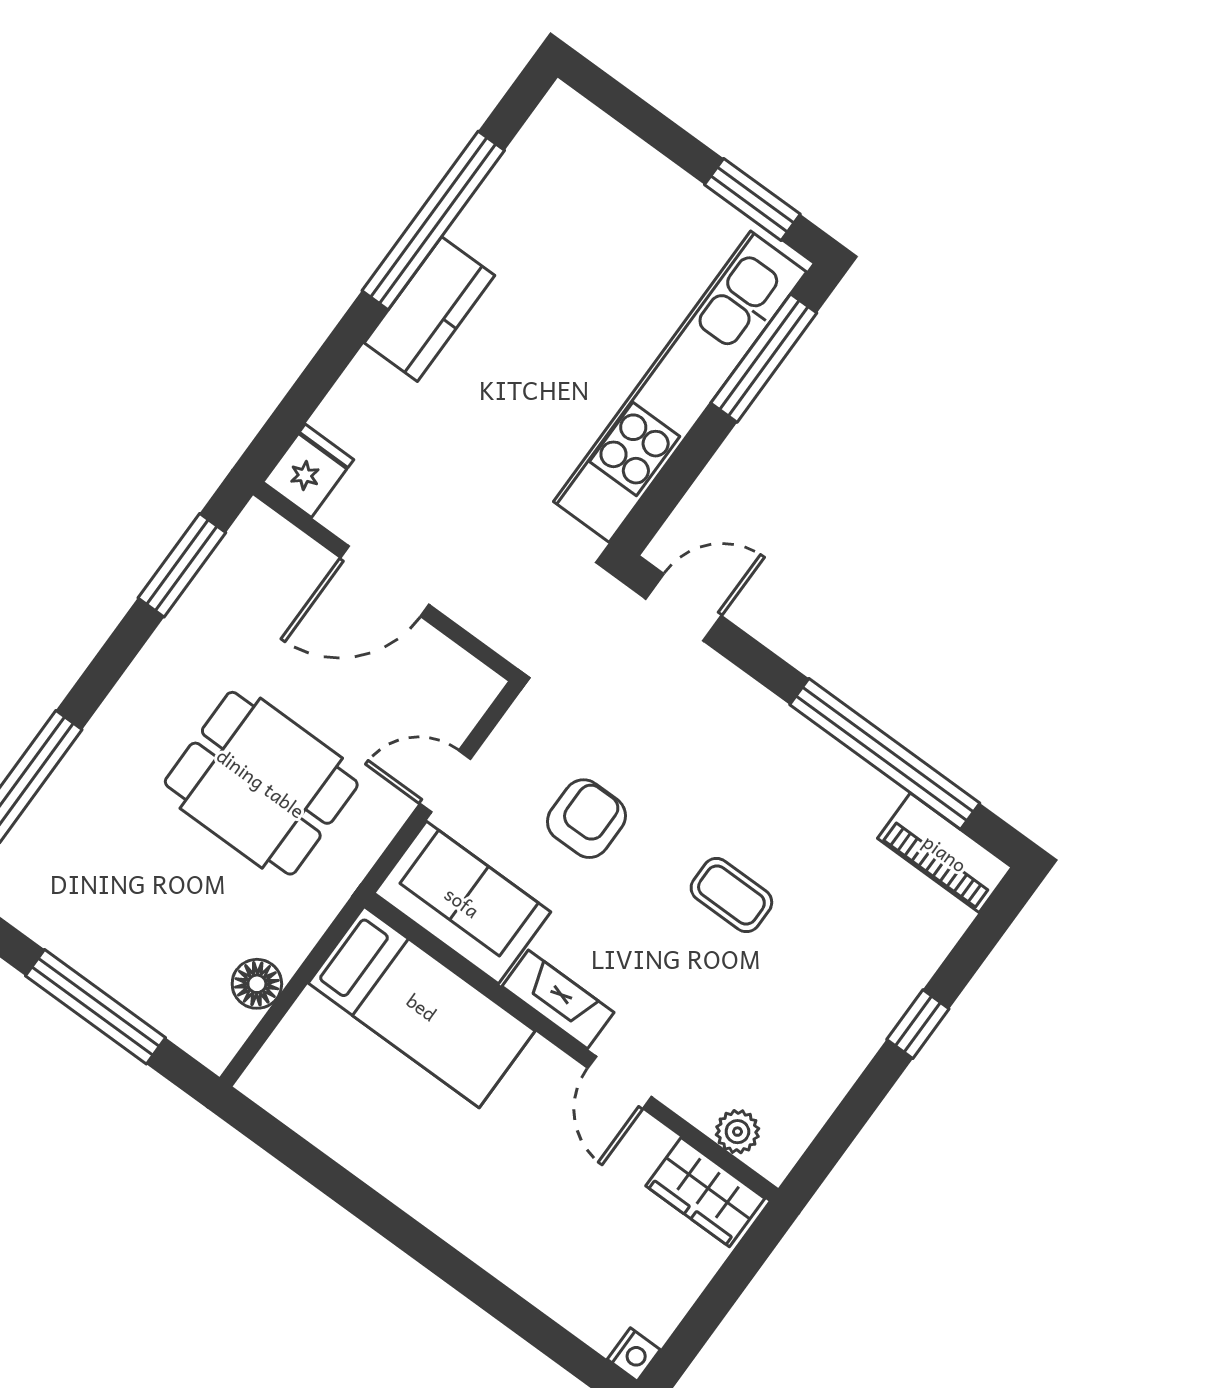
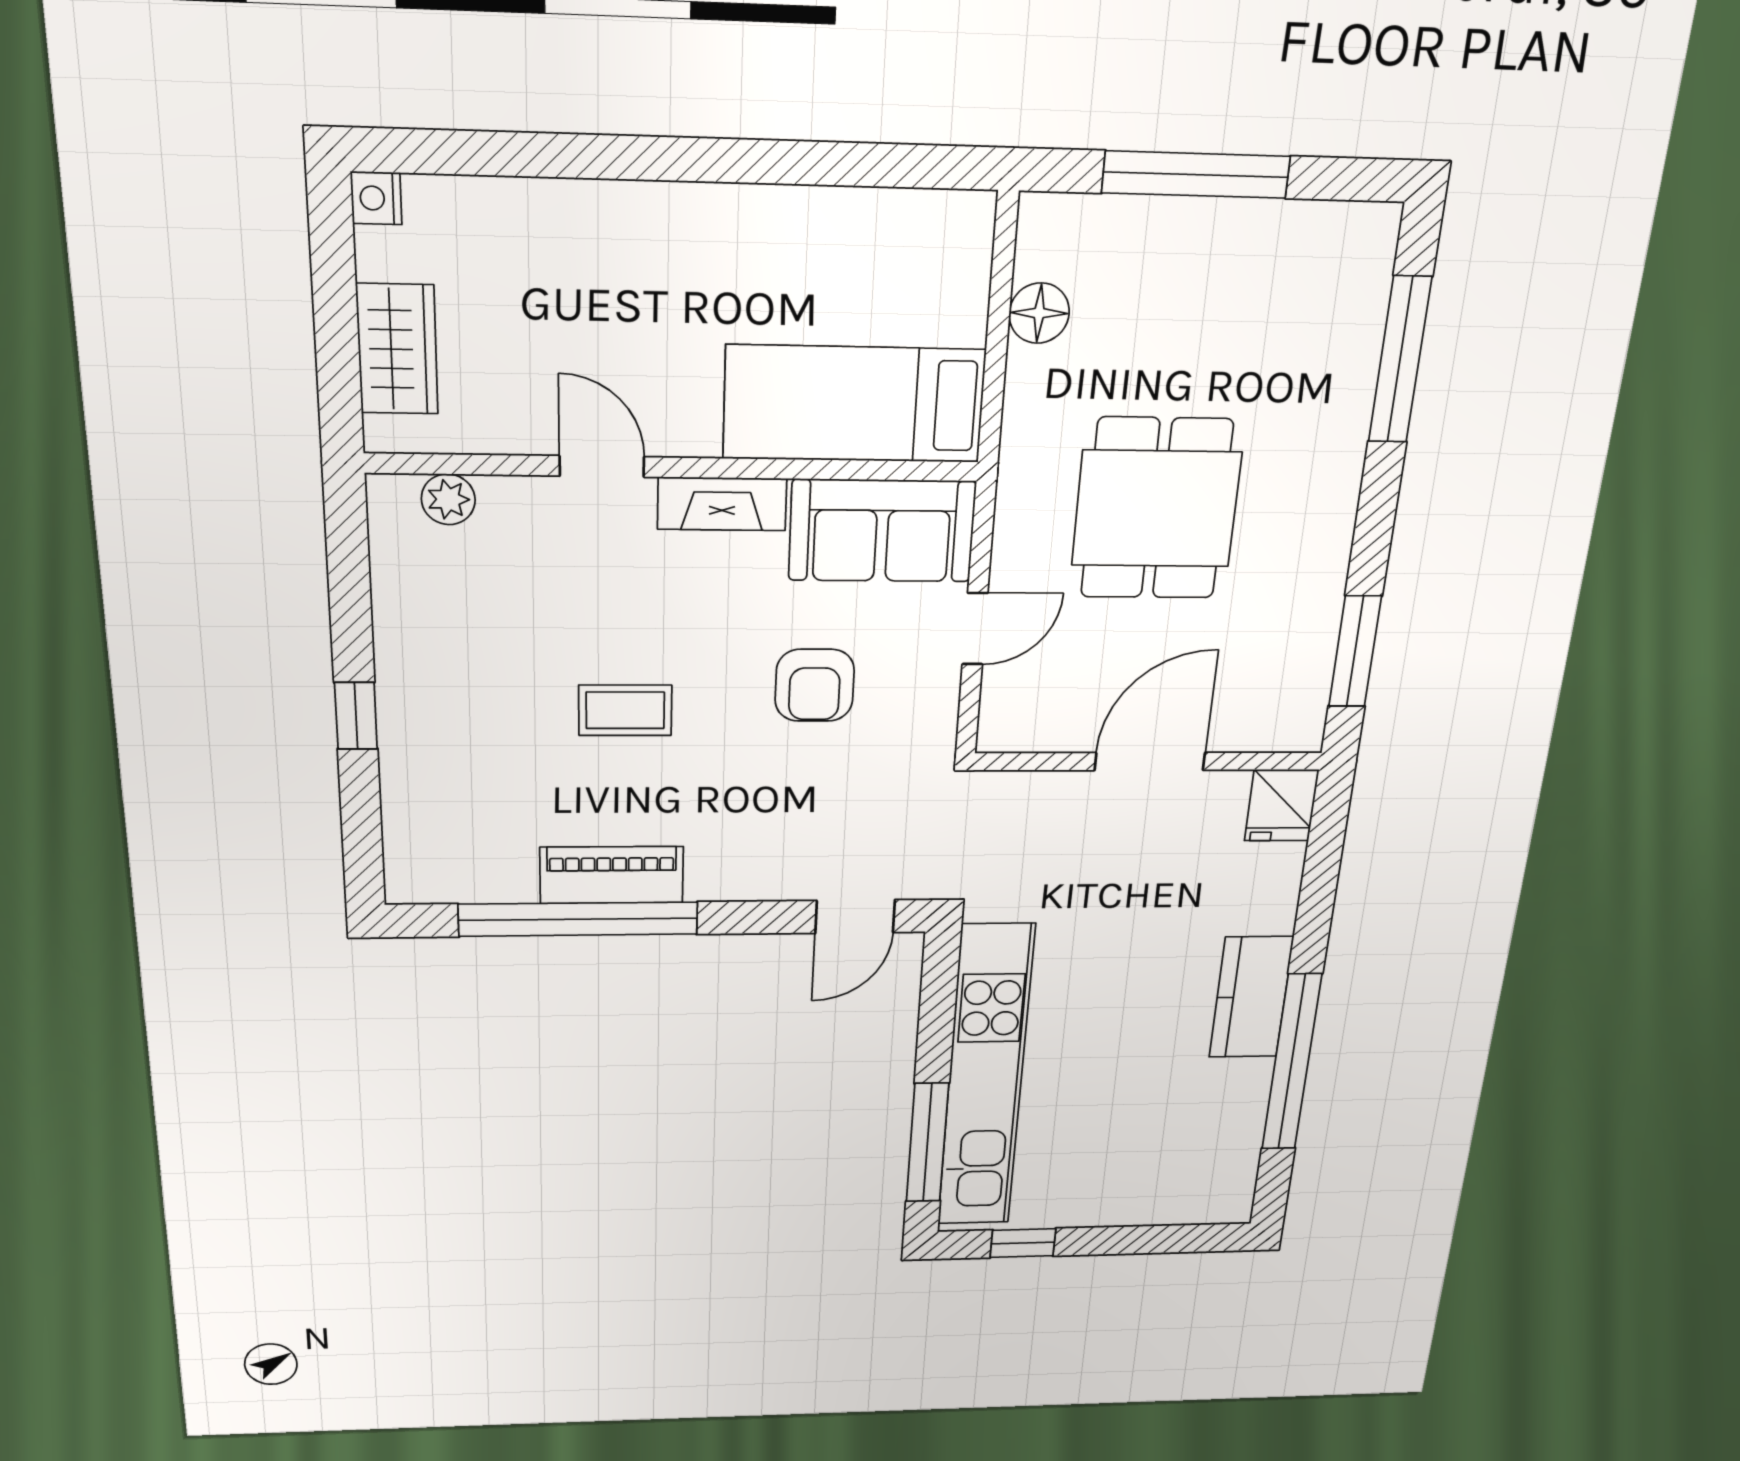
window: (752, 199) -> (1023, 1243), width x0.67
dining table: (261, 783) -> (1156, 509), turned 90
piano: (945, 853) -> (612, 875), moved
wardrobe: (705, 1192) -> (397, 349), moved, turned 90

